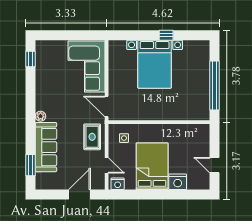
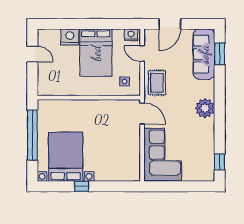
bed with nightstands: (155, 64) -> (66, 157), moved
plant: (41, 116) -> (205, 108), width x1.88, depth x1.88
sofa: (46, 147) -> (204, 54), moved

